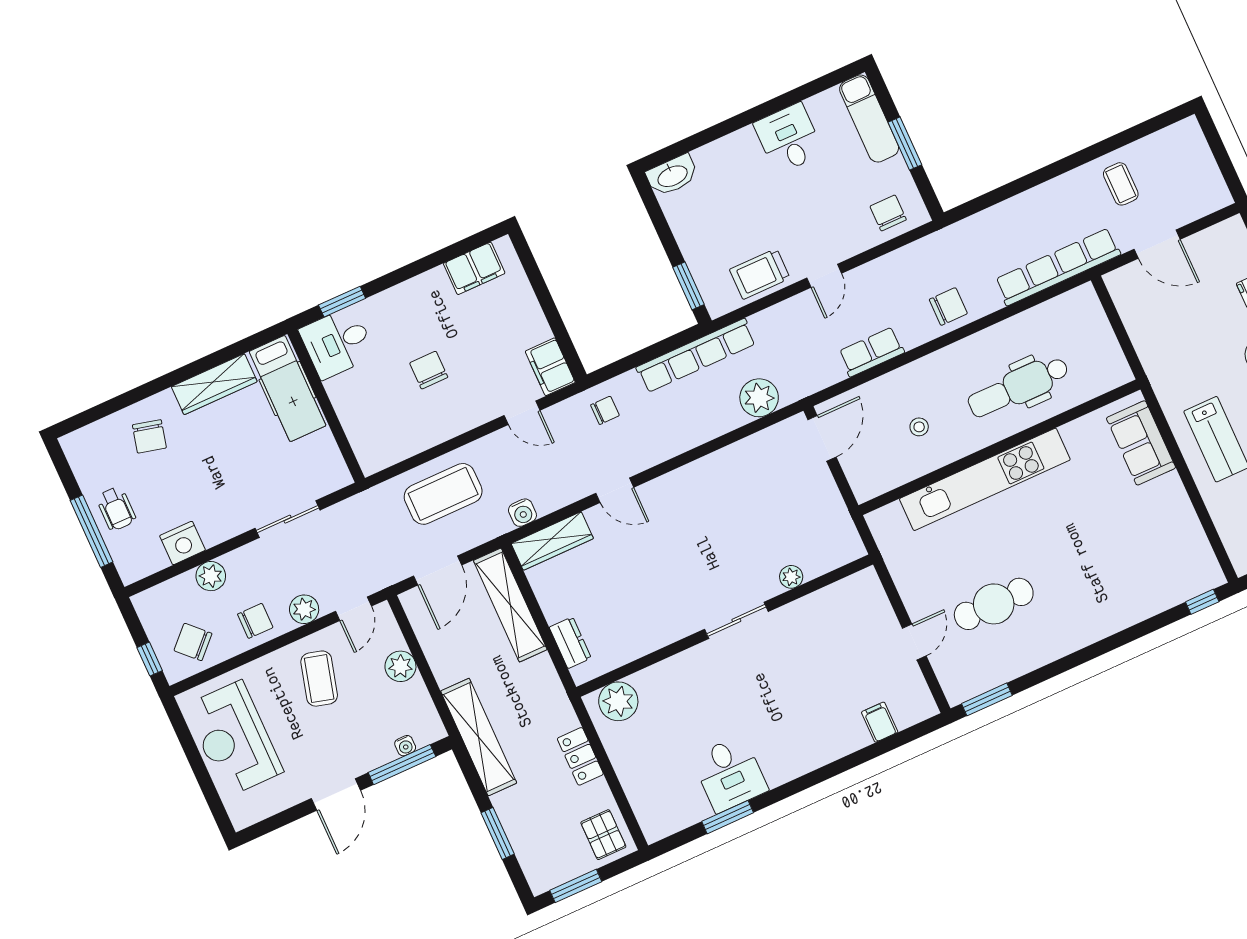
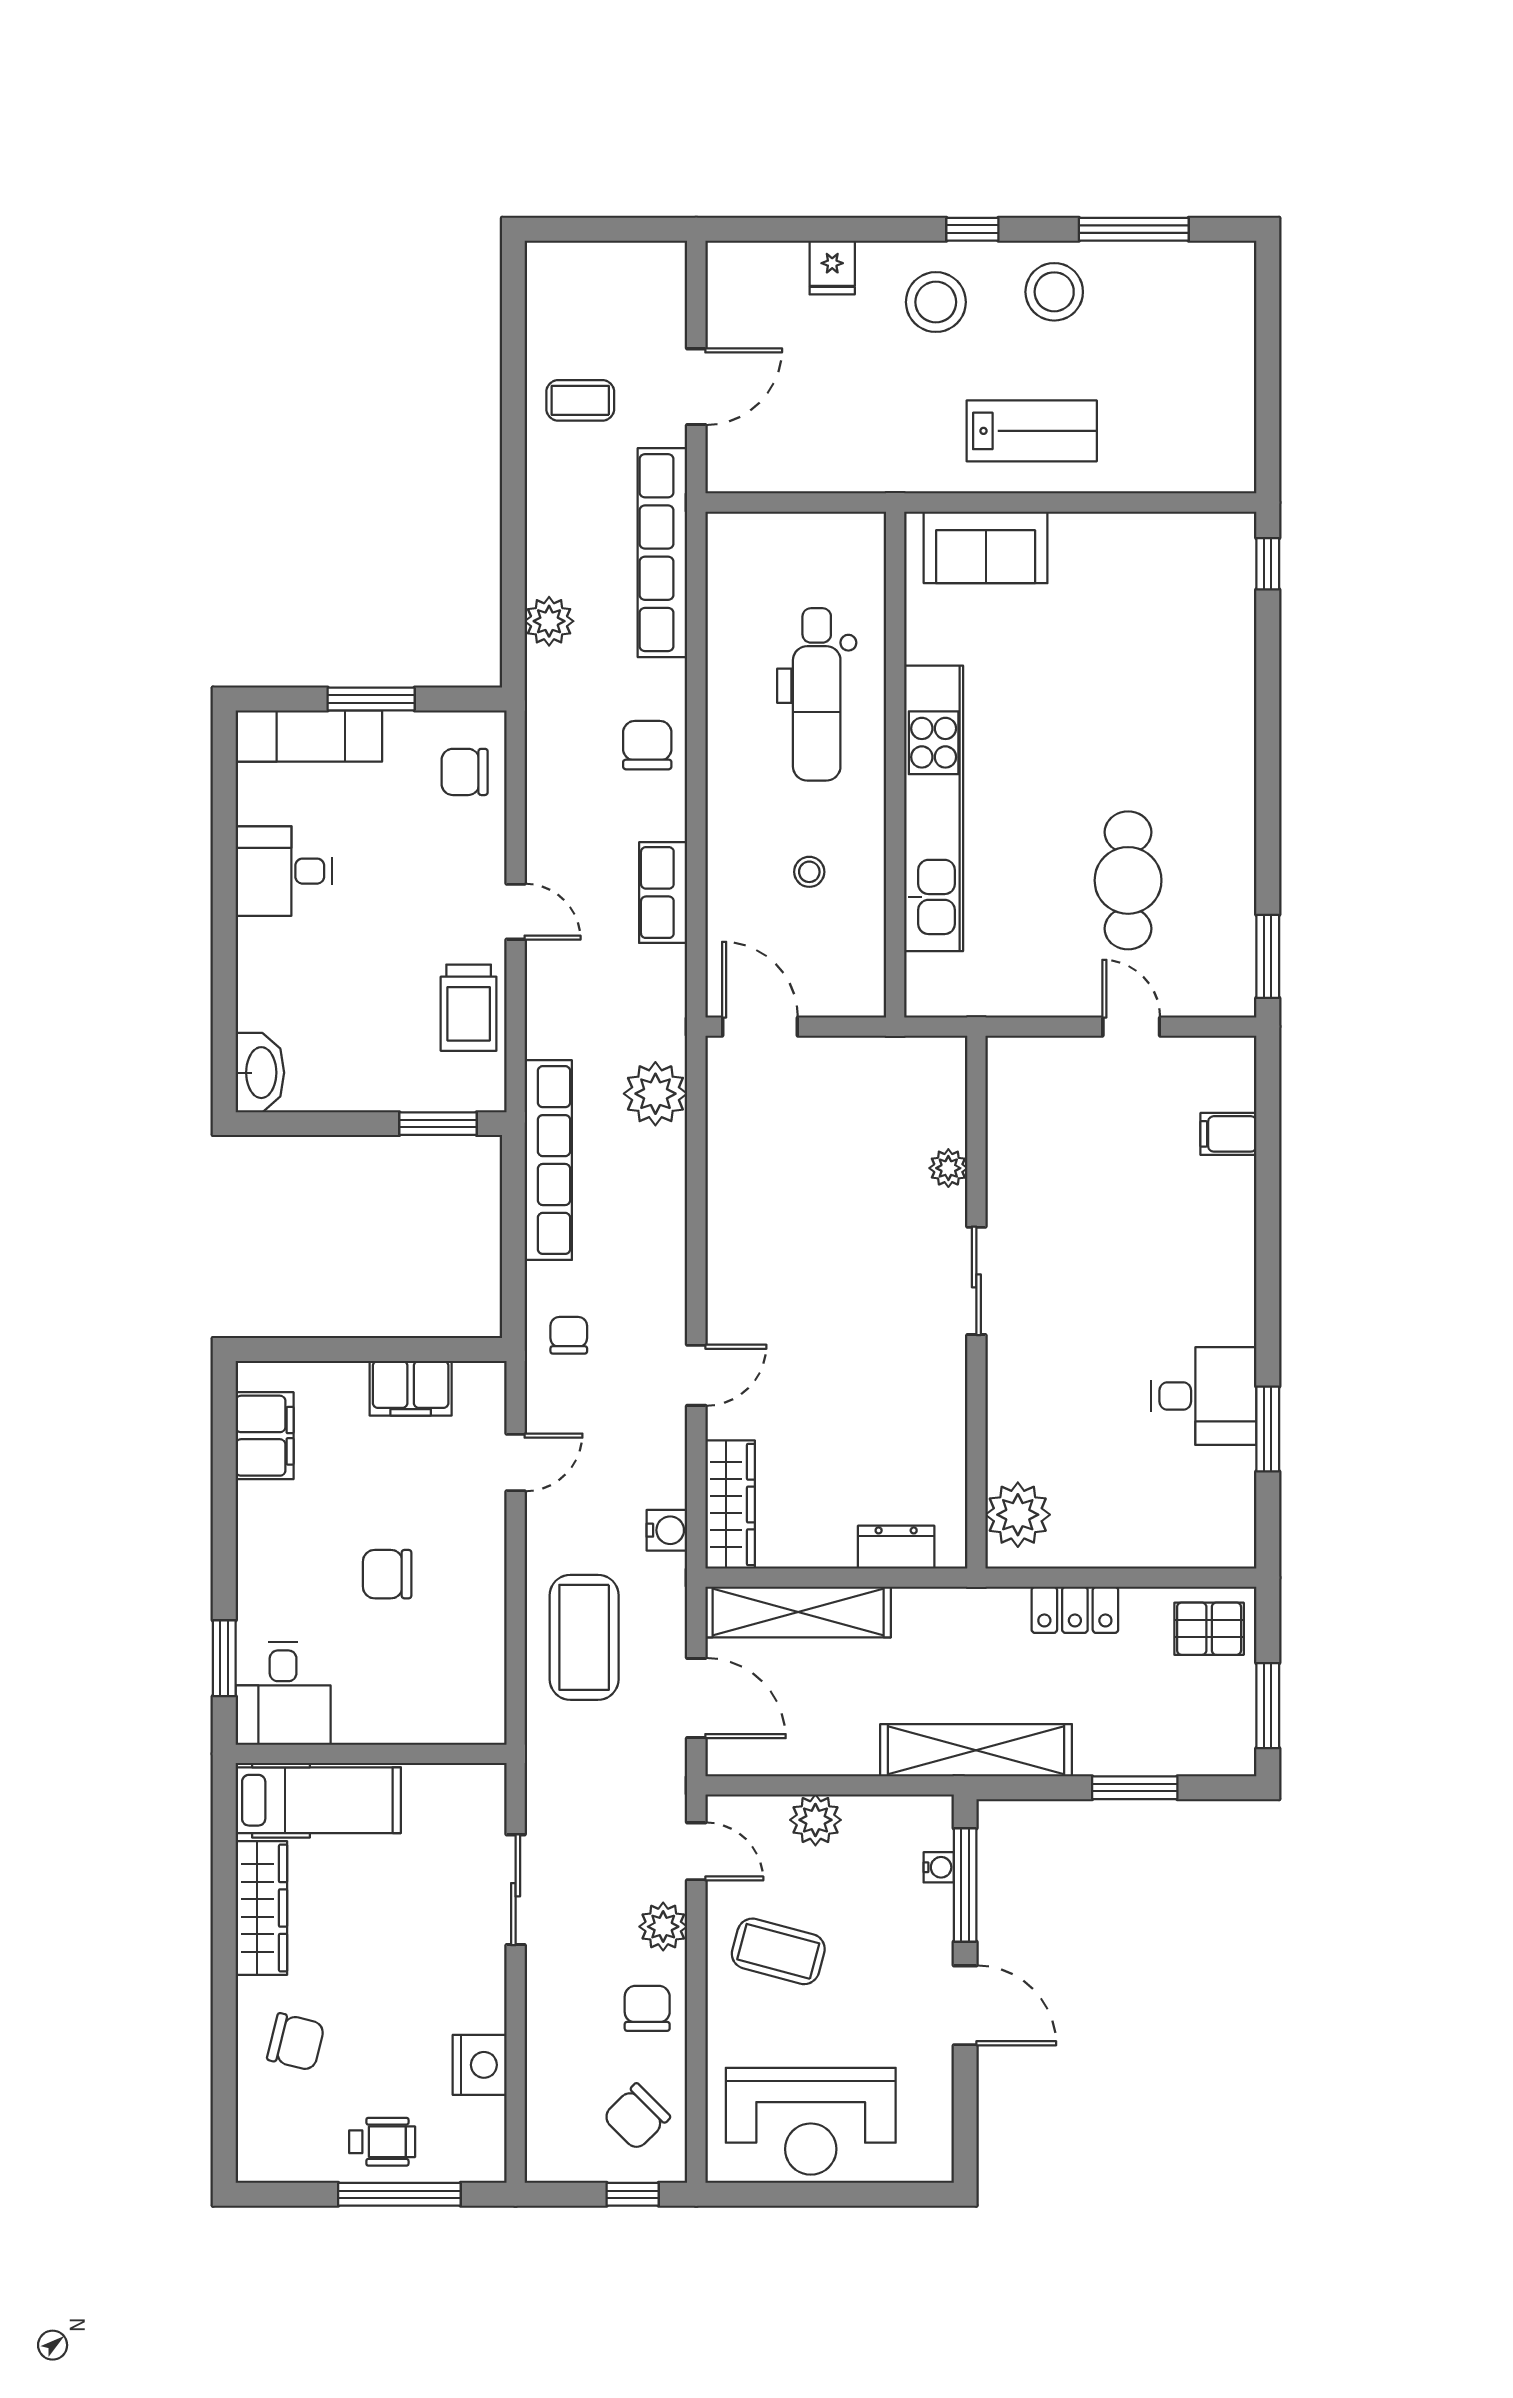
filing cabinet: (550, 367) -> (411, 1388), moved
plant: (211, 576) -> (549, 621), moved

